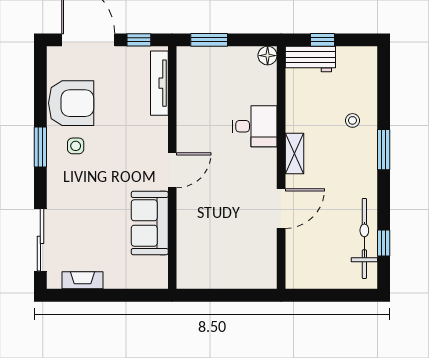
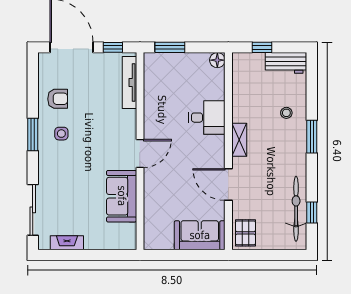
workbench: (310, 59) -> (286, 63), moved
armchair: (71, 103) -> (58, 99), width x0.53, depth x0.53
door: (281, 209) -> (228, 184), swing flipped
pallet: (302, 268) -> (245, 233), added
sofa: (246, 271) -> (200, 235), added

